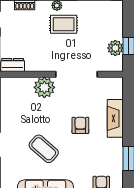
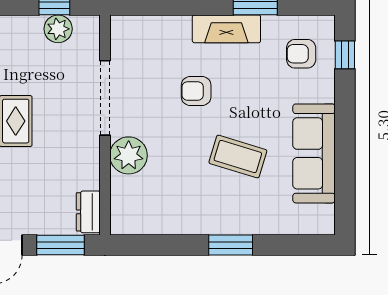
fireplace: (115, 118) -> (226, 29), moved
coffee table: (44, 149) -> (238, 157), turned 66

